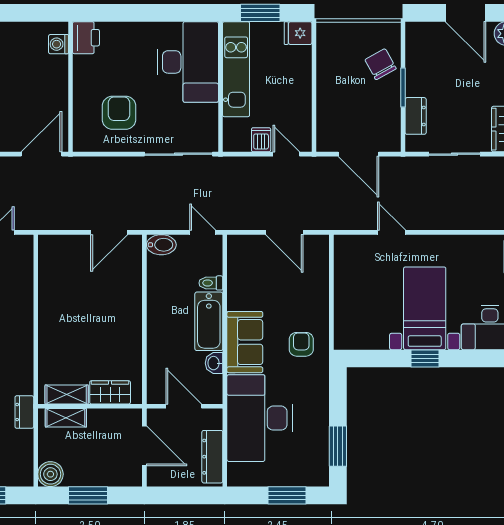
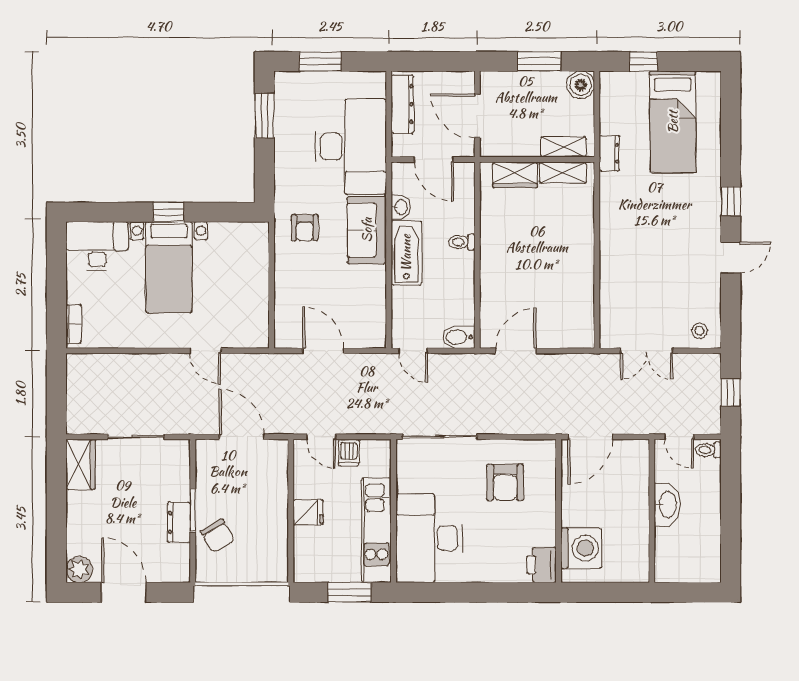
fridge: (298, 33) -> (308, 512), moved
washing machine: (58, 44) -> (581, 548), width x1.89, depth x1.89
dresser: (416, 116) -> (179, 522), moved
toilet: (211, 283) -> (462, 242), moved, turned 180

